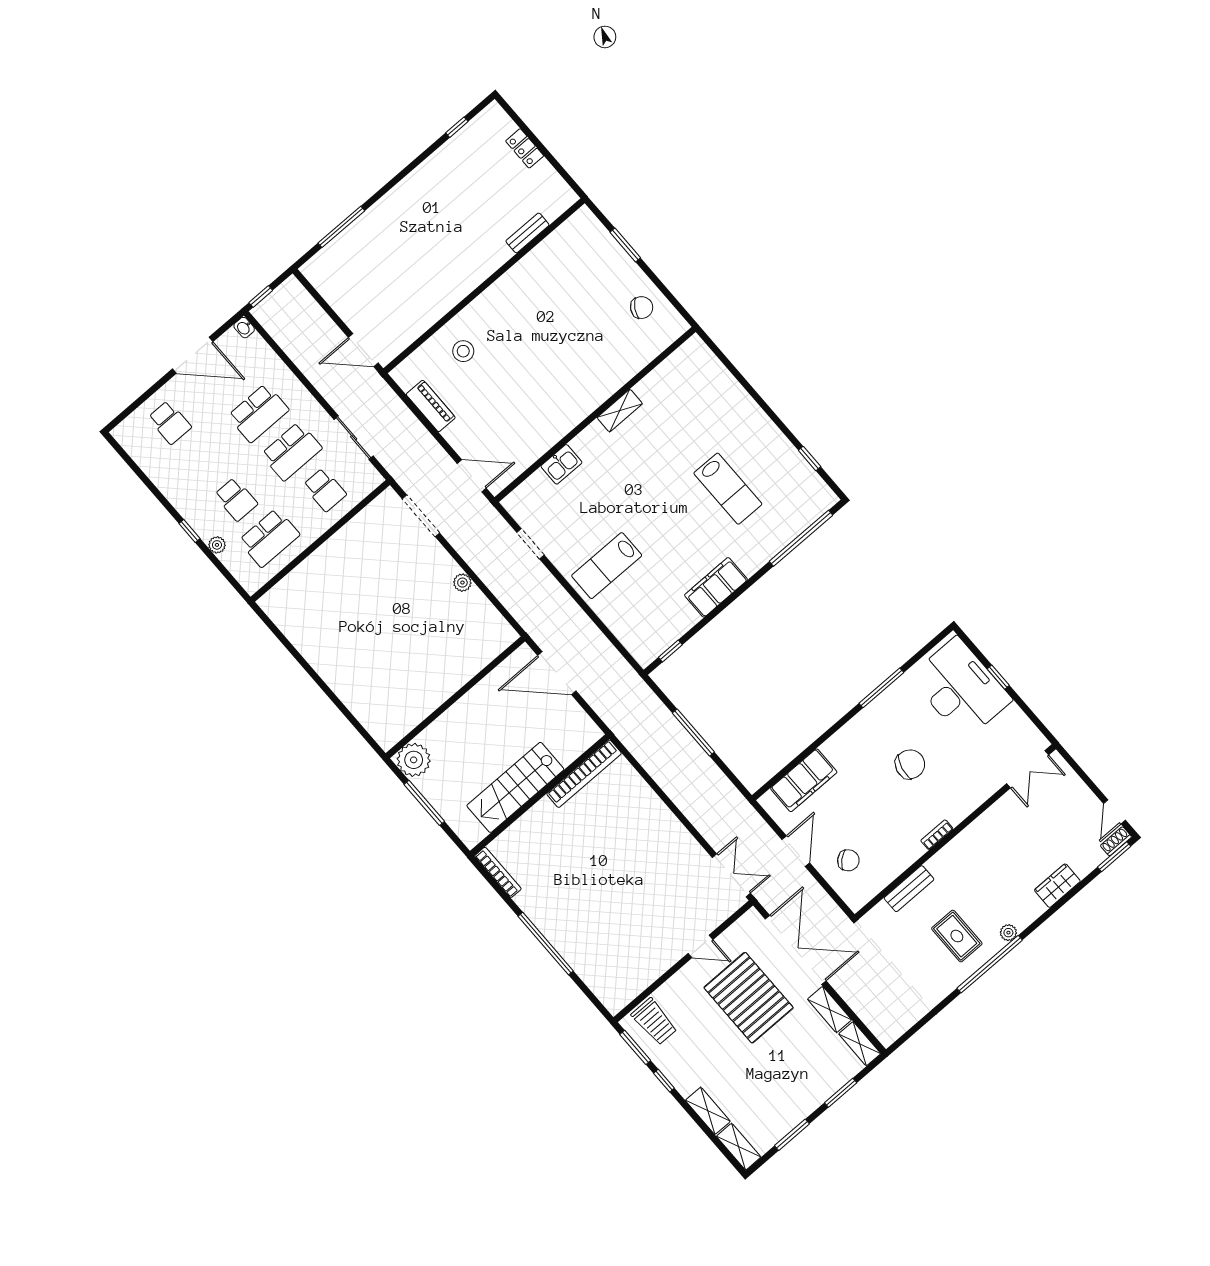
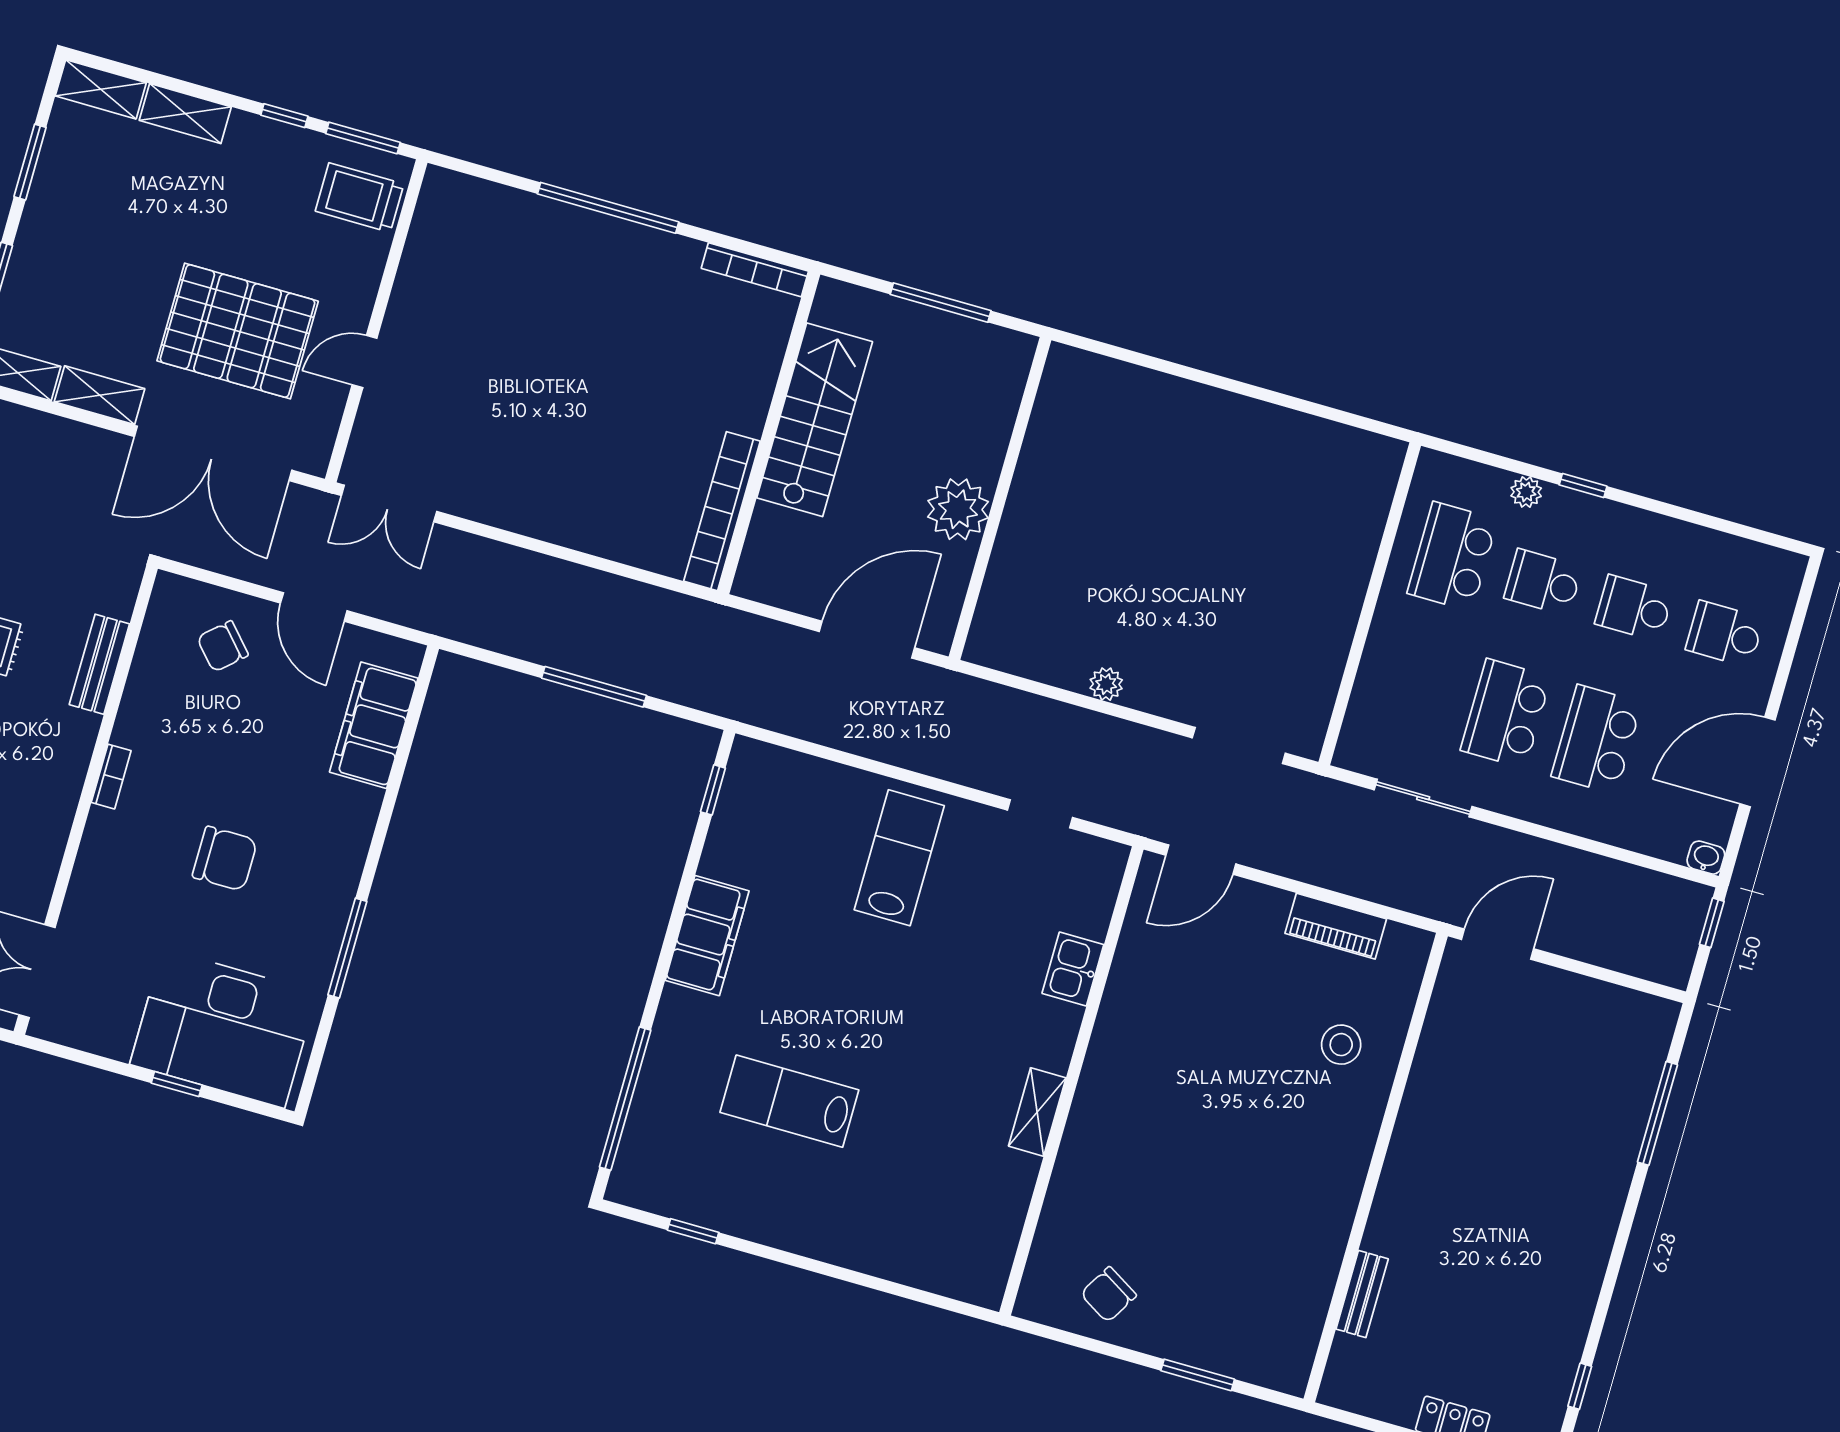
school desk: (325, 490) -> (1634, 608), moved
plant: (414, 760) -> (958, 509), moved
chair: (910, 764) -> (225, 859), turned -103

